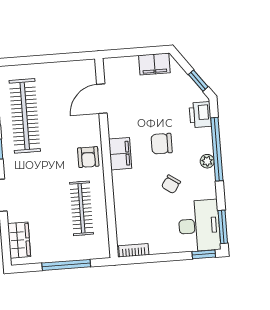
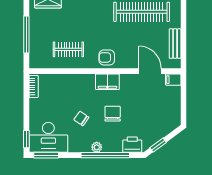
filing cabinet: (154, 64) -> (173, 80), moved, width x0.50
bench: (63, 69) -> (175, 44), added
clothes rail: (81, 208) -> (68, 49), width x0.73

